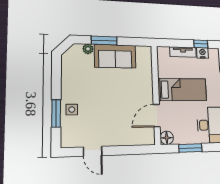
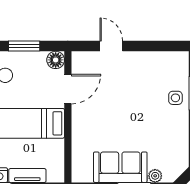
door: (93, 151) -> (111, 46), moved

